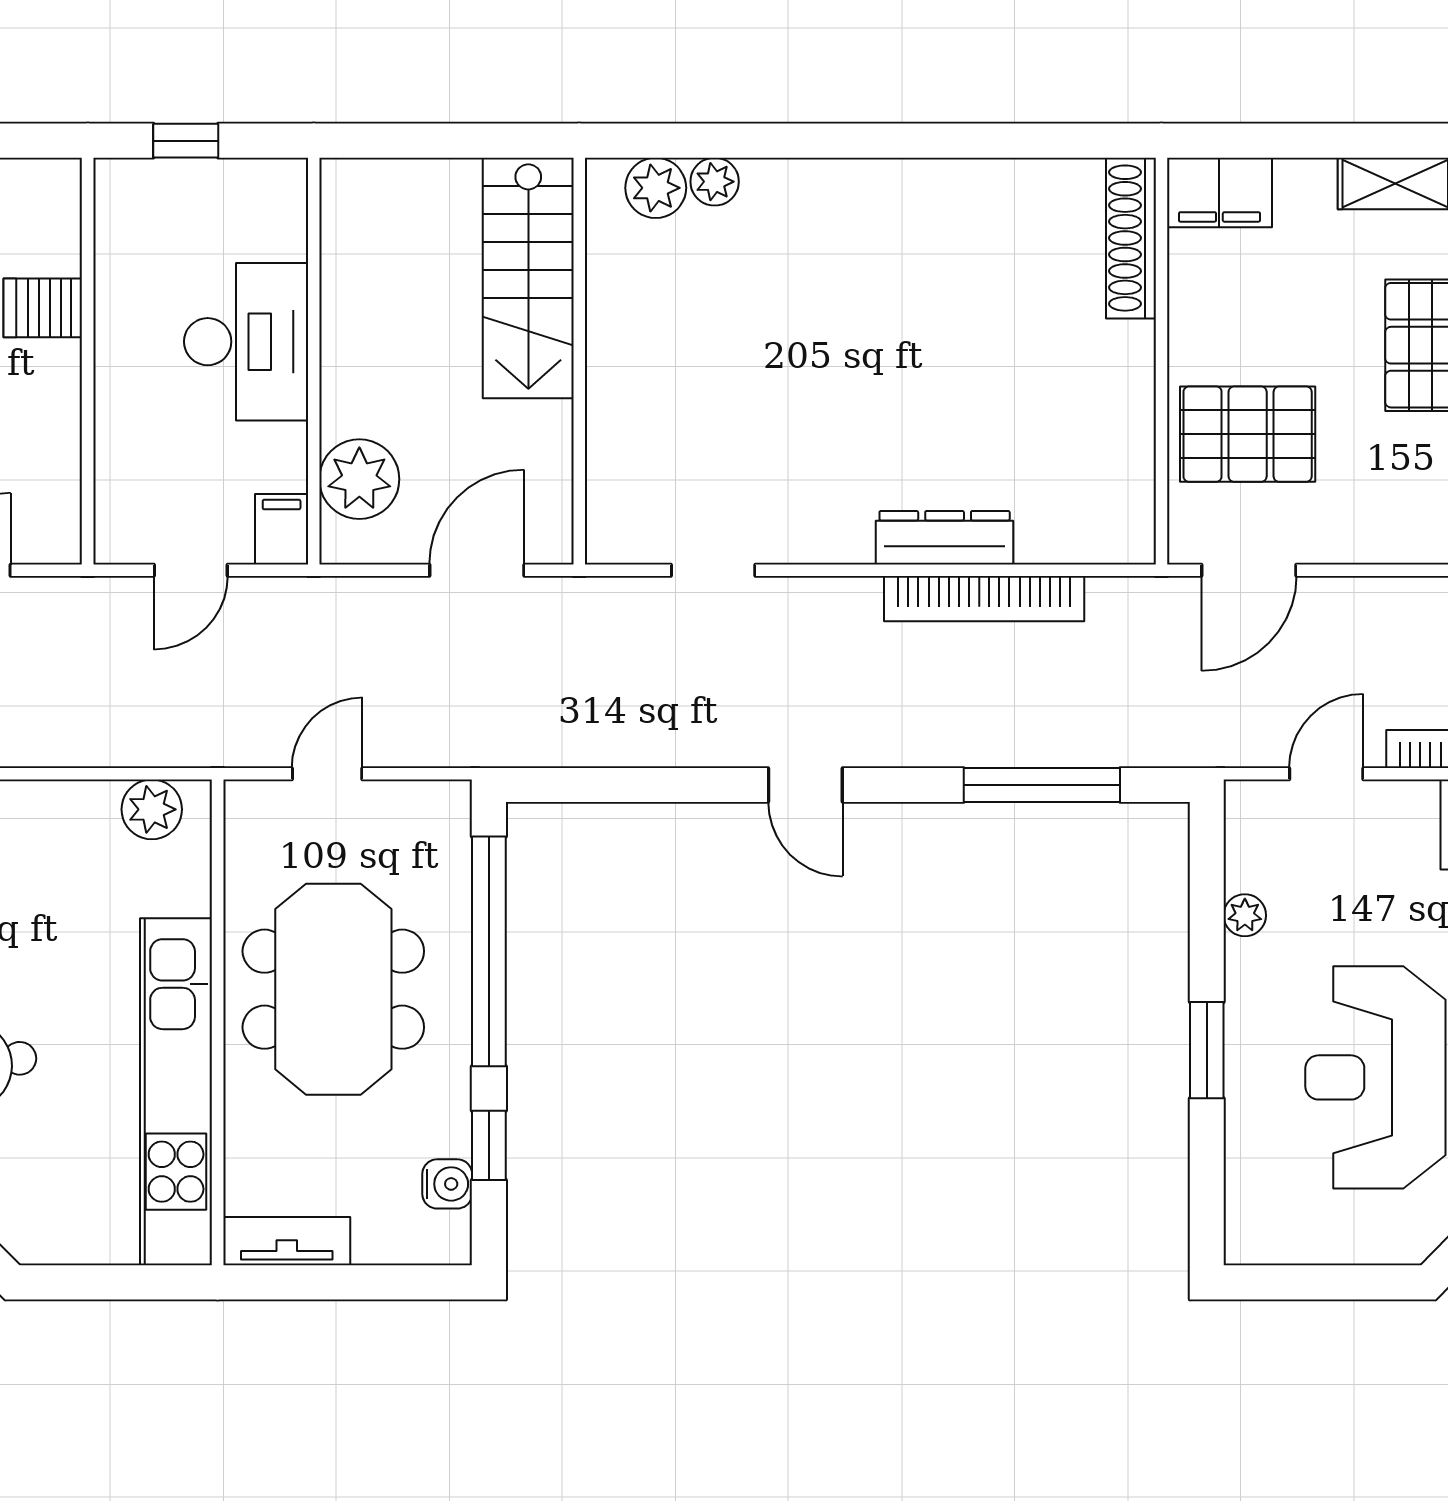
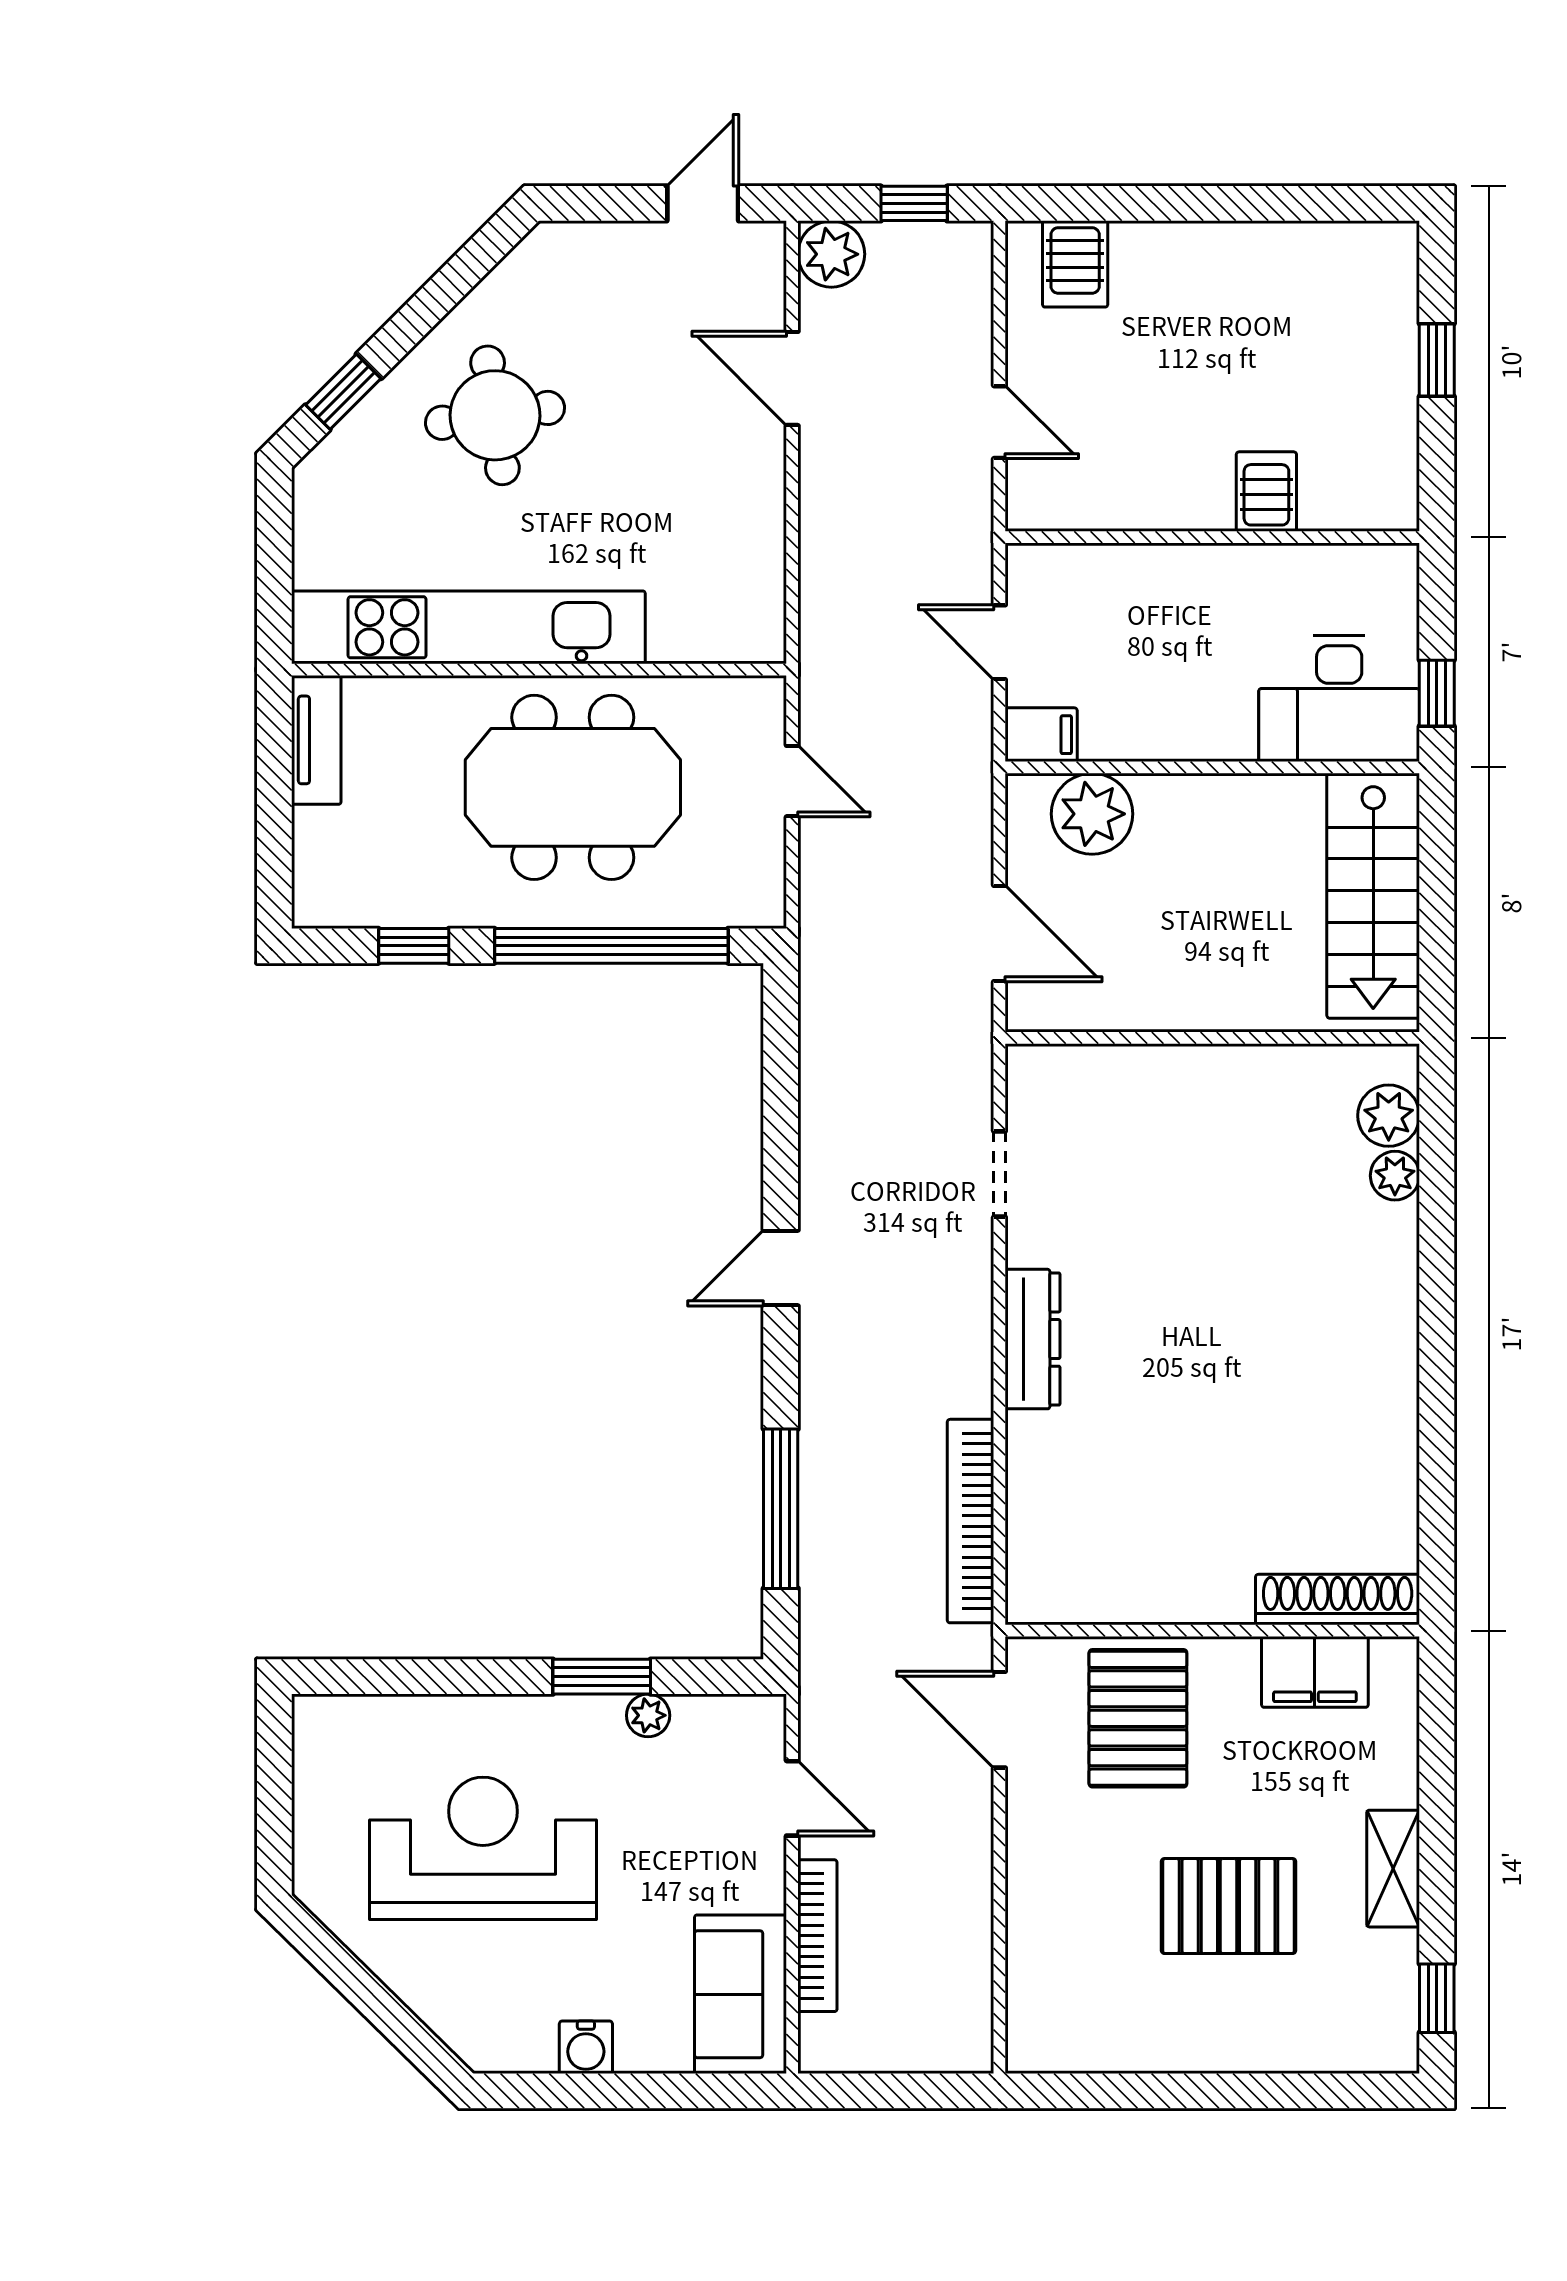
window: (186, 141) -> (1437, 693), moved
filing cabinet: (1219, 192) -> (1315, 1672), moved, turned -90
stairs: (528, 278) -> (1373, 896), moved, turned -90
desk: (246, 342) -> (1339, 699), moved
dresser: (945, 538) -> (1032, 1339), moved
bookcase: (984, 599) -> (971, 1521), moved
plant: (152, 809) -> (756, 603), removed
window: (1207, 1050) -> (602, 1677), moved
water cooler: (447, 1184) -> (375, 903), removed

